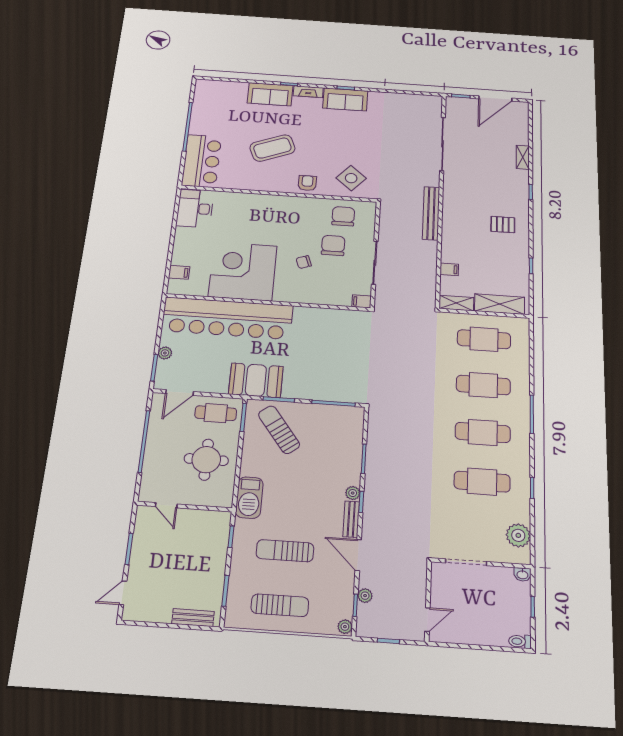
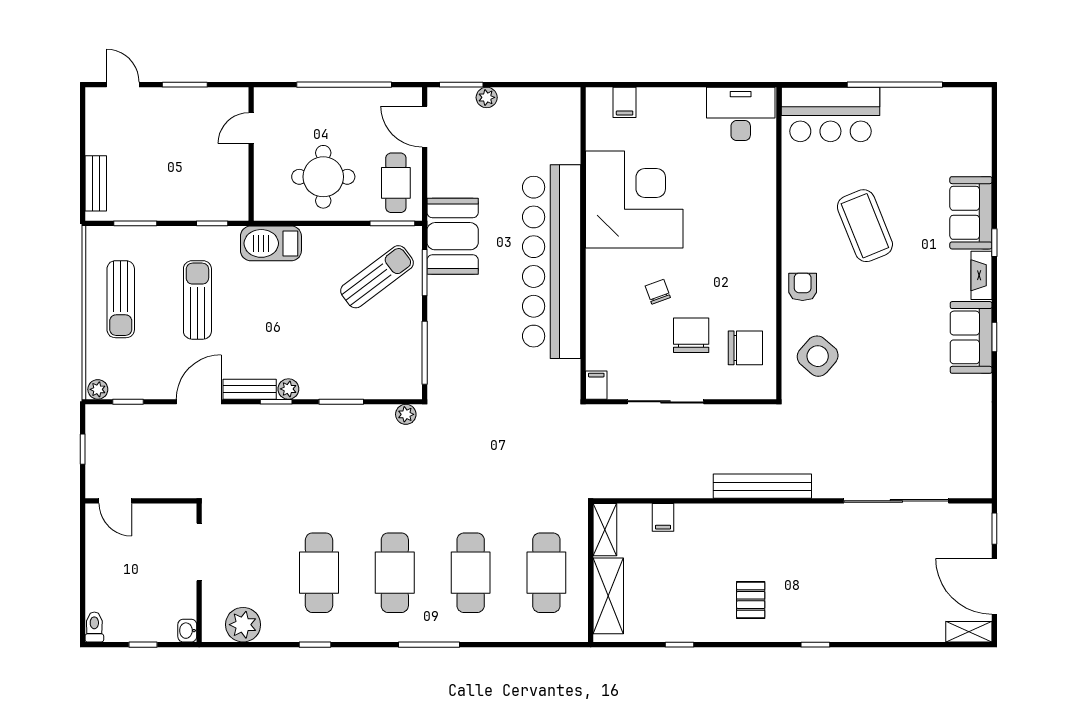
shelving: (523, 157) -> (969, 632), moved
armchair: (307, 183) -> (803, 287), turned -90
chair: (333, 245) -> (691, 335), turned -90
bar counter: (227, 318) -> (552, 262), moved
plant: (365, 596) -> (406, 414), moved

